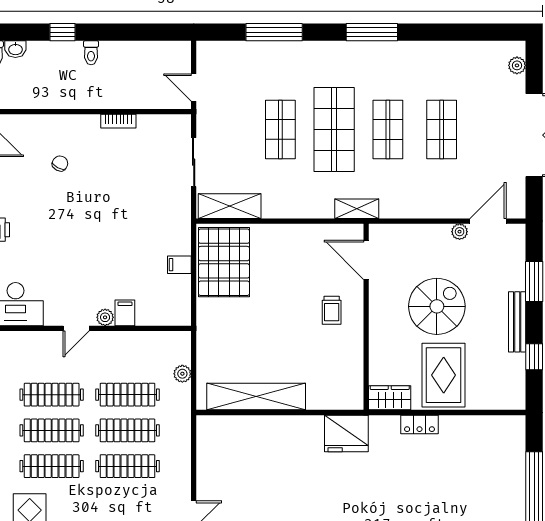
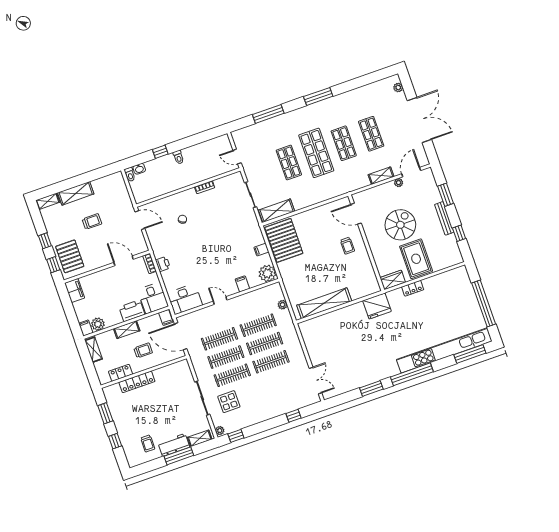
shelving: (357, 209) -> (381, 176), moved
plant: (105, 317) -> (267, 273), moved, width x1.87, depth x1.87
door: (76, 328) -> (220, 301), swing flipped

